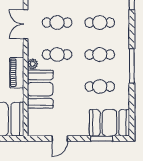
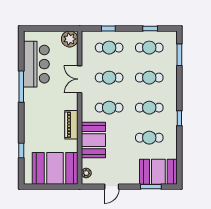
plant: (33, 64) -> (86, 173), moved
window: (132, 66) -> (179, 118), width x0.46

